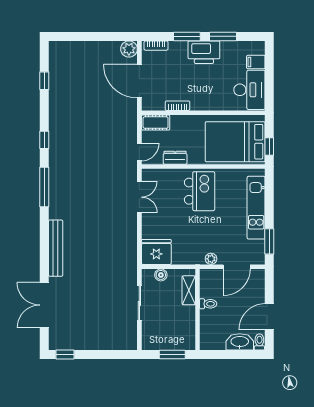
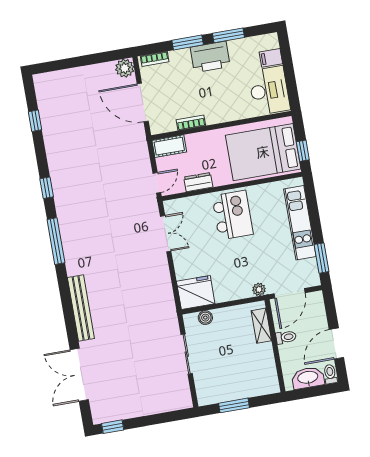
shelving: (189, 290) -> (261, 326), moved
toilet: (208, 304) -> (286, 337), moved
wall: (197, 310) -> (275, 346), moved

